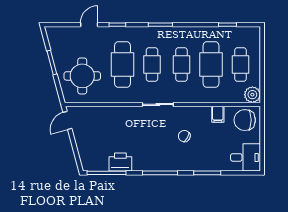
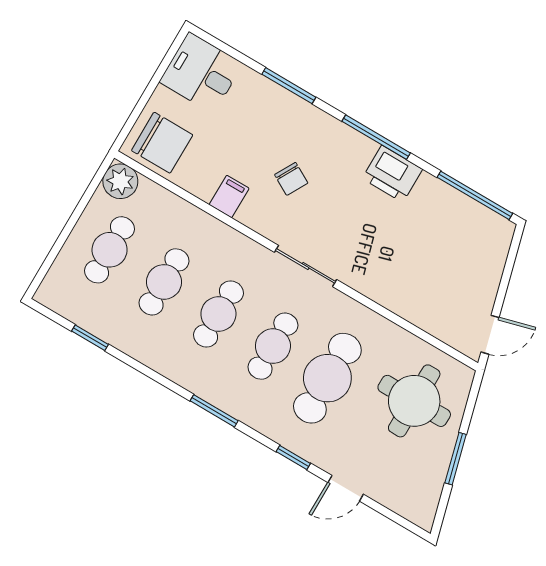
cafe table: (211, 65) -> (164, 282), width x0.73, depth x0.74
filing cabinet: (218, 114) -> (229, 196), moved
printer: (120, 162) -> (392, 174), moved

